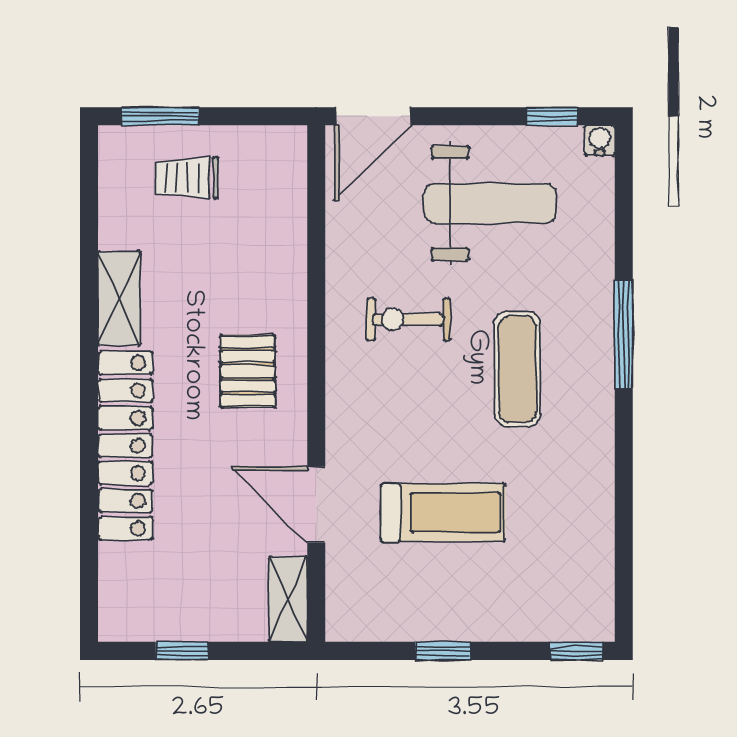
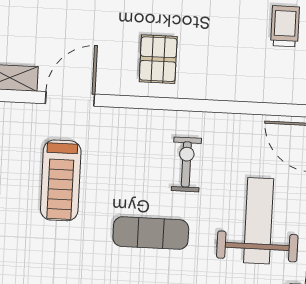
weight bench: (490, 203) -> (259, 221), turned 180
pallet: (248, 371) -> (158, 59), turned 90

